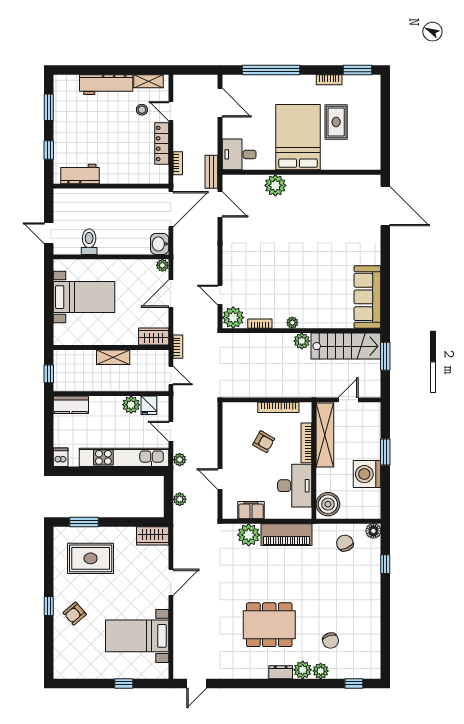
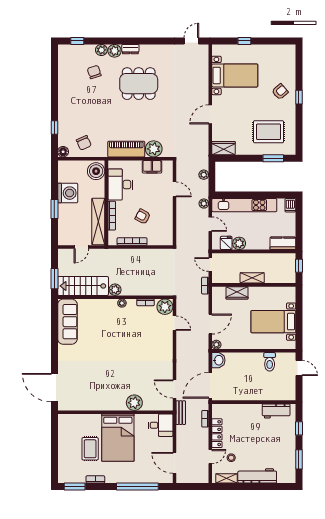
door: (171, 111) -> (210, 457), hinge flipped
wardrobe: (154, 337) -> (237, 293), moved

